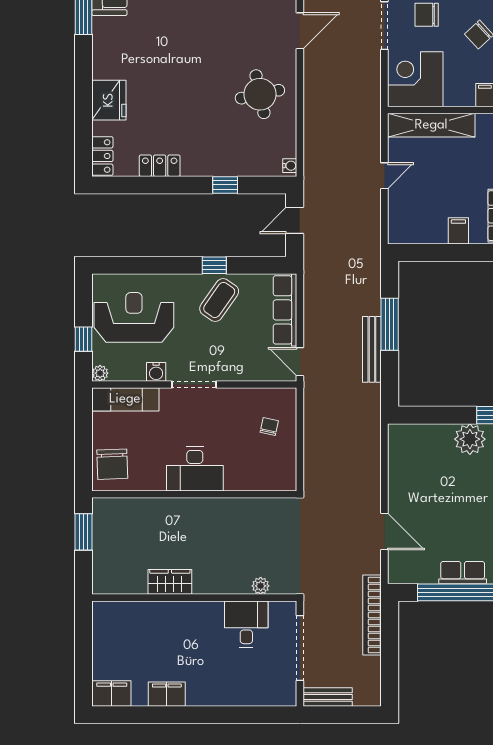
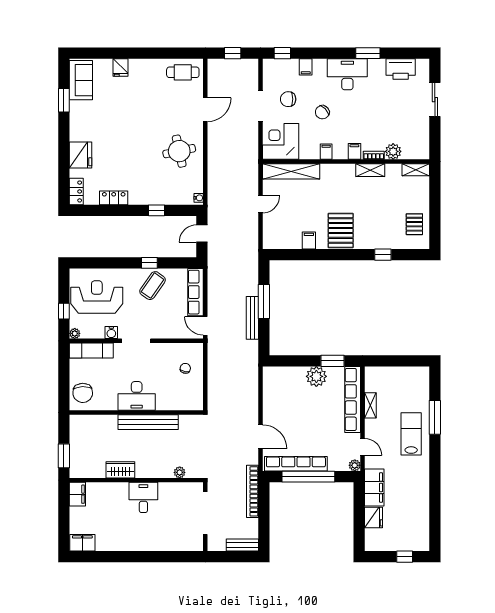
bench: (213, 509) -> (148, 422), added
window: (84, 532) -> (64, 456), moved
row of seats: (463, 573) -> (296, 464), width x2.02
desk: (246, 624) -> (143, 497), moved
filing cabinet: (167, 694) -> (77, 494), moved, turned 90
bench: (328, 697) -> (242, 545), moved

